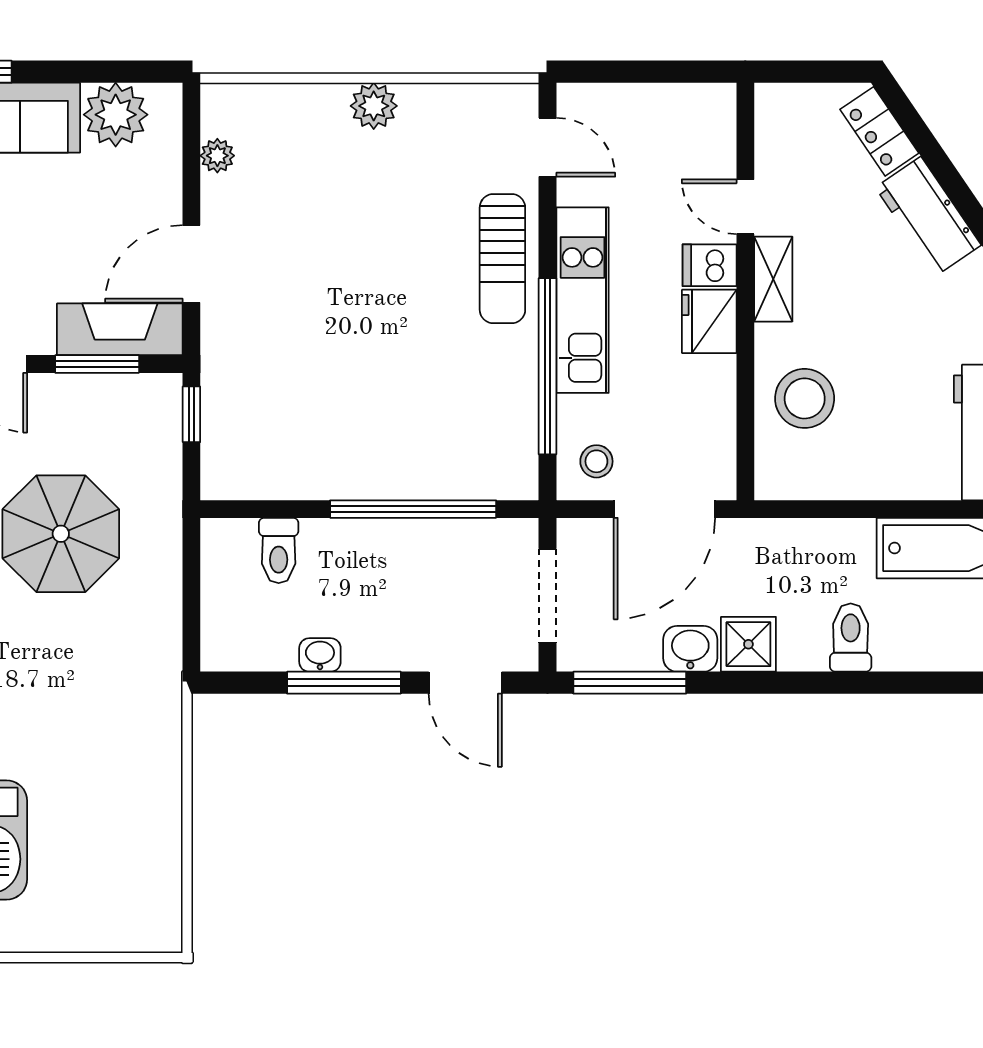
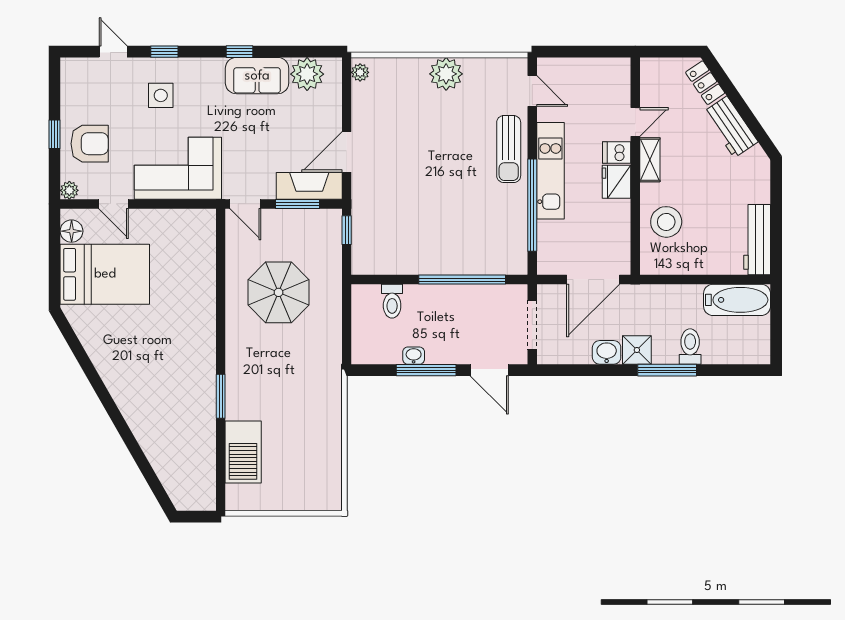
plant: (374, 106) -> (446, 74), width x1.36, depth x1.36
plant: (217, 156) -> (360, 72), moved
door: (745, 207) -> (635, 122), swing flipped
stool: (596, 461) -> (558, 255), removed
window: (630, 683) -> (667, 370), moved

